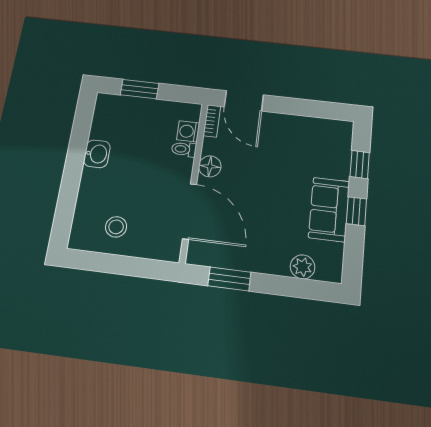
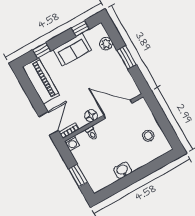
washing machine: (188, 131) -> (72, 143), moved
piano: (314, 132) -> (41, 81), added
door: (190, 211) -> (118, 109), hinge flipped
window: (356, 211) -> (80, 29), moved
window: (229, 279) -> (127, 57), moved

